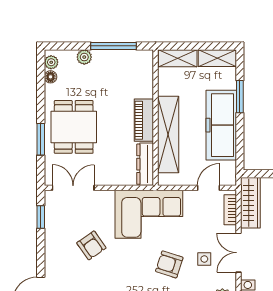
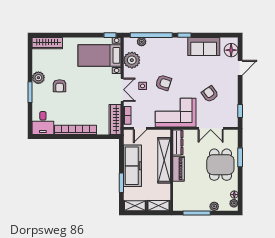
double door: (73, 188) -> (211, 128), moved

